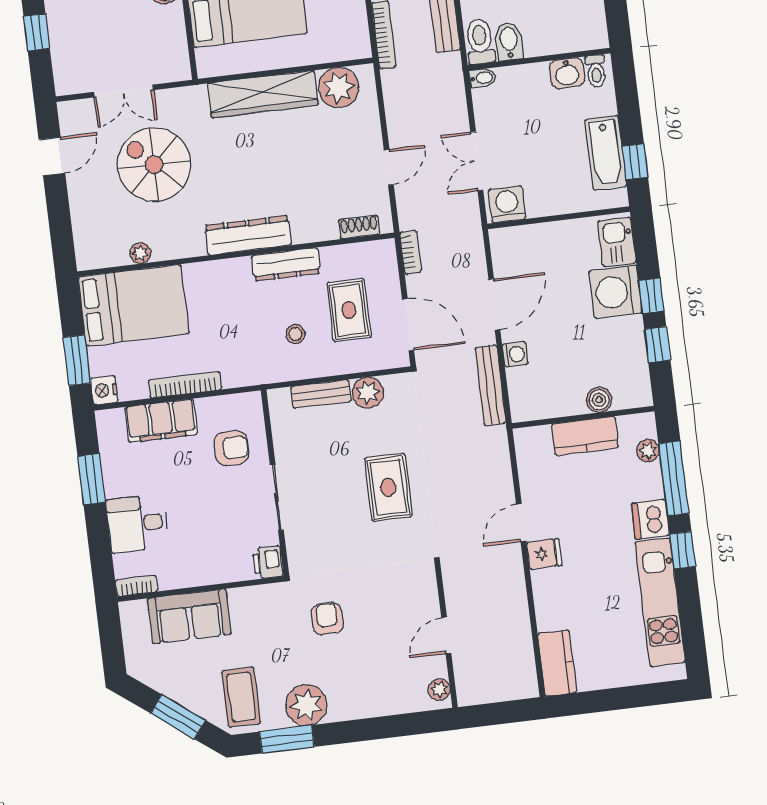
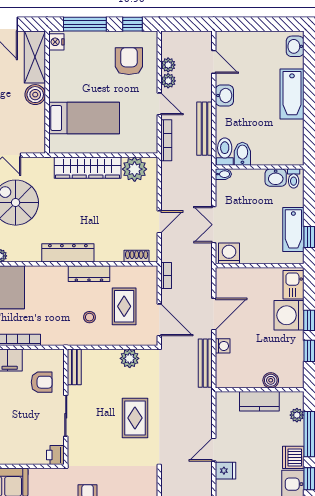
bench: (321, 394) -> (74, 367), moved, turned 90

